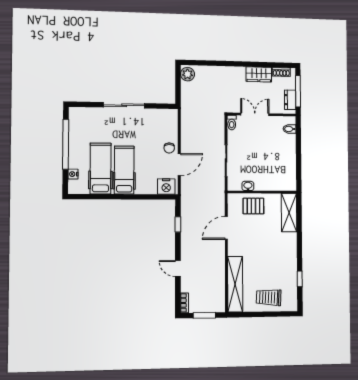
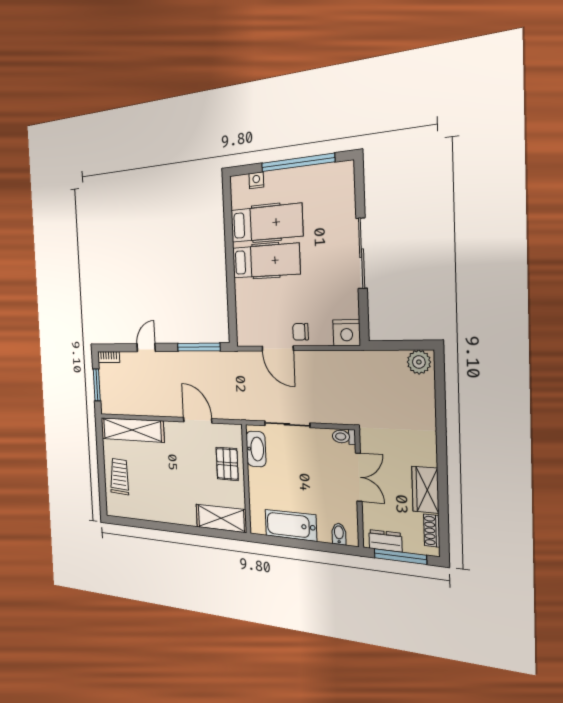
bathtub: (288, 161) -> (291, 525), added
nightstand: (166, 186) -> (347, 333), moved, turned -90
washbasin: (248, 186) -> (256, 449), width x1.91, depth x1.45
window: (178, 224) -> (199, 347), width x2.17
window: (300, 279) -> (142, 524), removed

